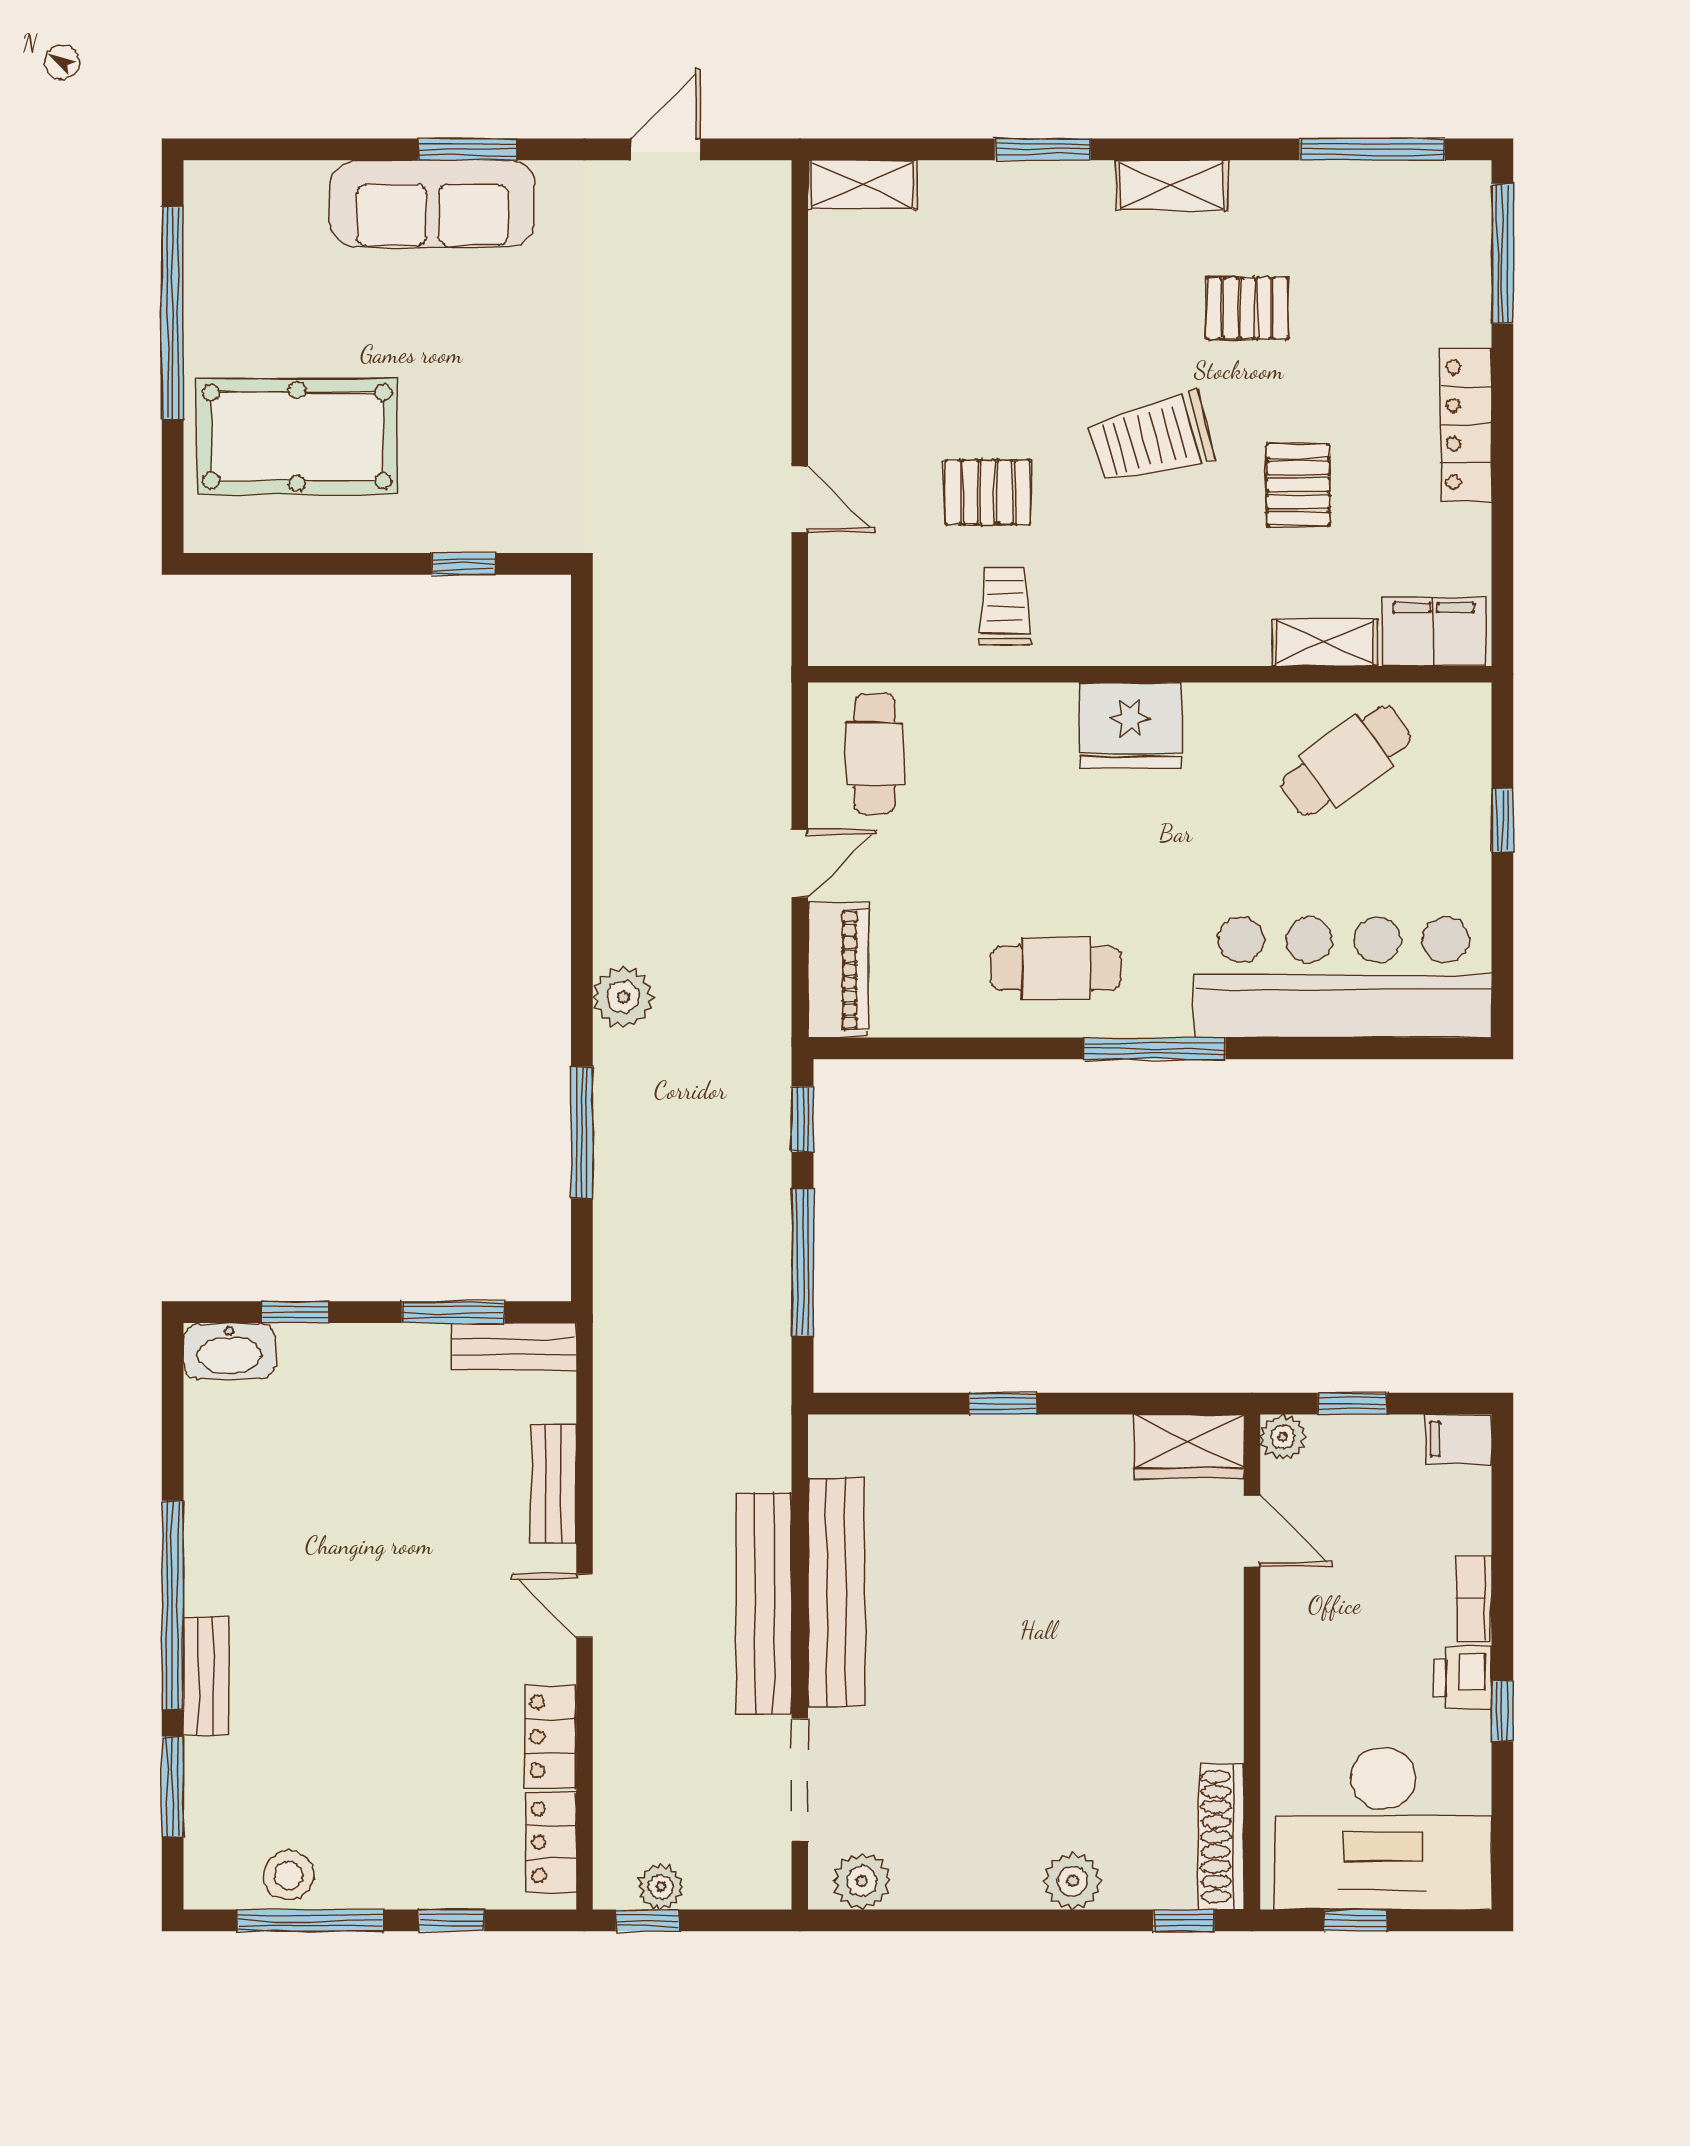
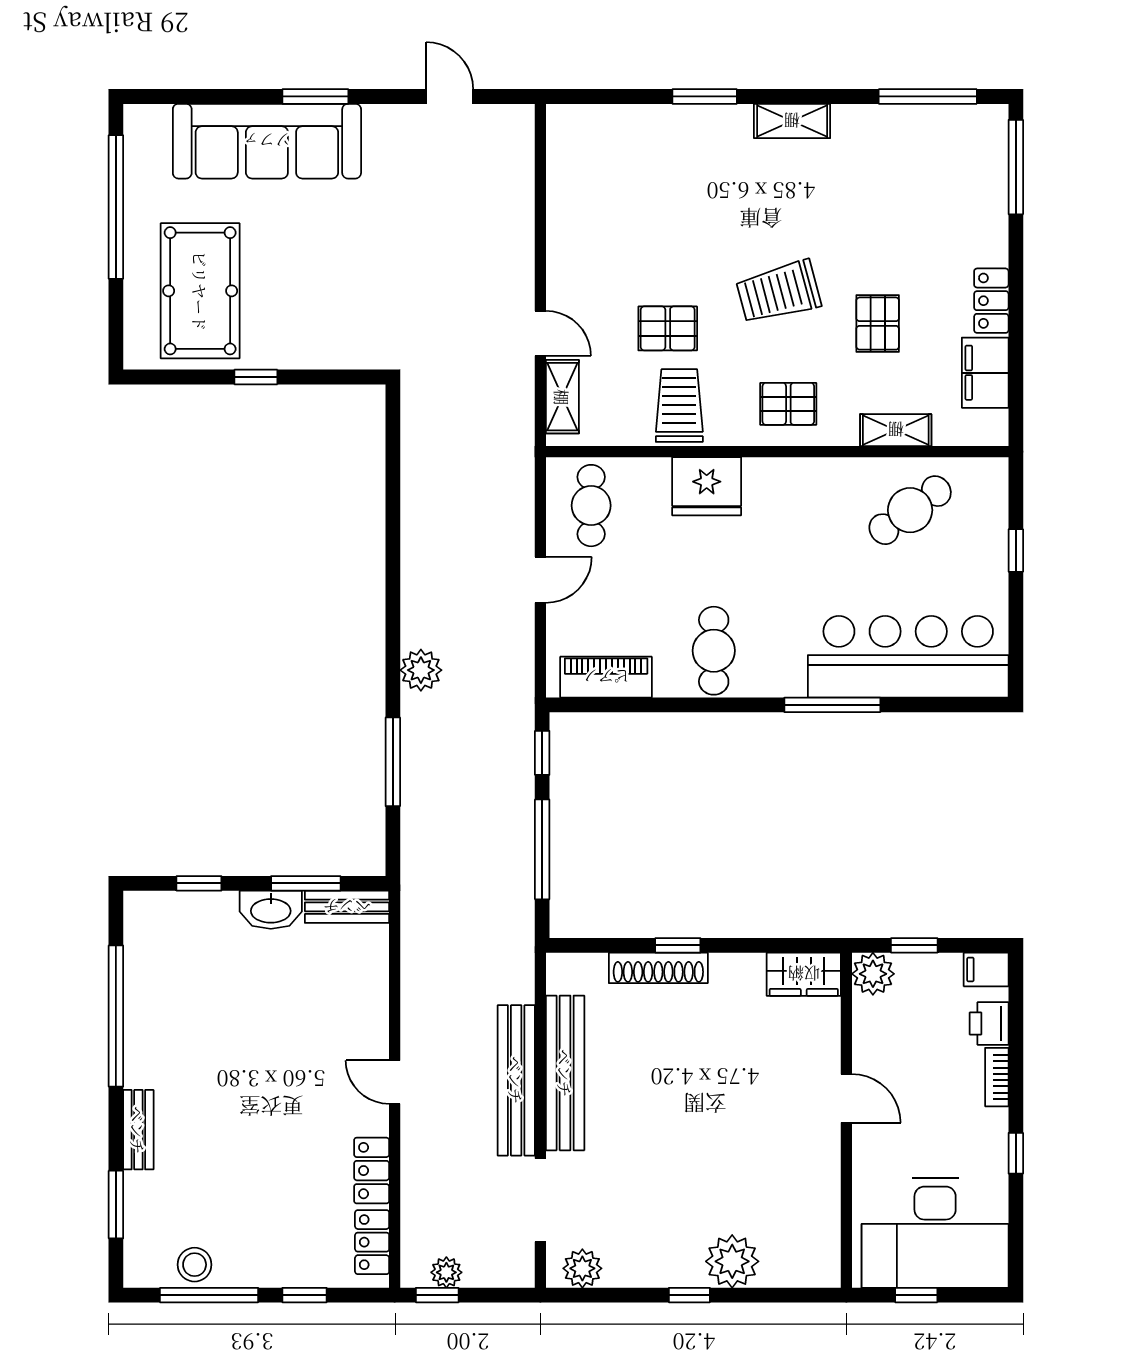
door: (666, 149) -> (450, 96), hinge flipped
shelving: (862, 185) -> (562, 397), moved, turned 90
sofa: (433, 204) -> (267, 141), width x1.36, depth x1.27
pallet: (1247, 308) -> (788, 404), moved
locker: (1466, 425) -> (991, 301), width x0.66
pool table: (297, 437) -> (200, 291), turned 90
window: (463, 564) -> (256, 377), moved
trolley: (1005, 606) -> (679, 406), width x1.36, depth x1.39
filing cabinet: (1434, 632) -> (985, 373), moved, turned -90
fridge: (1130, 725) -> (707, 486), moved
cafe table: (1056, 968) -> (714, 651), turned 90
piano: (838, 970) -> (606, 677), moved, turned -90
window: (1155, 1048) -> (832, 705), moved
washbasin: (230, 1351) -> (271, 910), moved
plant: (1283, 1437) -> (873, 974), width x1.38, depth x1.38
bench: (554, 1484) -> (374, 1000), removed
door: (1252, 1531) -> (846, 1098), moved
window: (173, 1605) -> (116, 1016), moved
printer: (1463, 1677) -> (989, 1024), moved
shoe rack: (1221, 1837) -> (658, 968), moved, turned -90
plant: (1073, 1881) -> (732, 1261), width x1.36, depth x1.36
window: (1184, 1920) -> (689, 1295), moved

